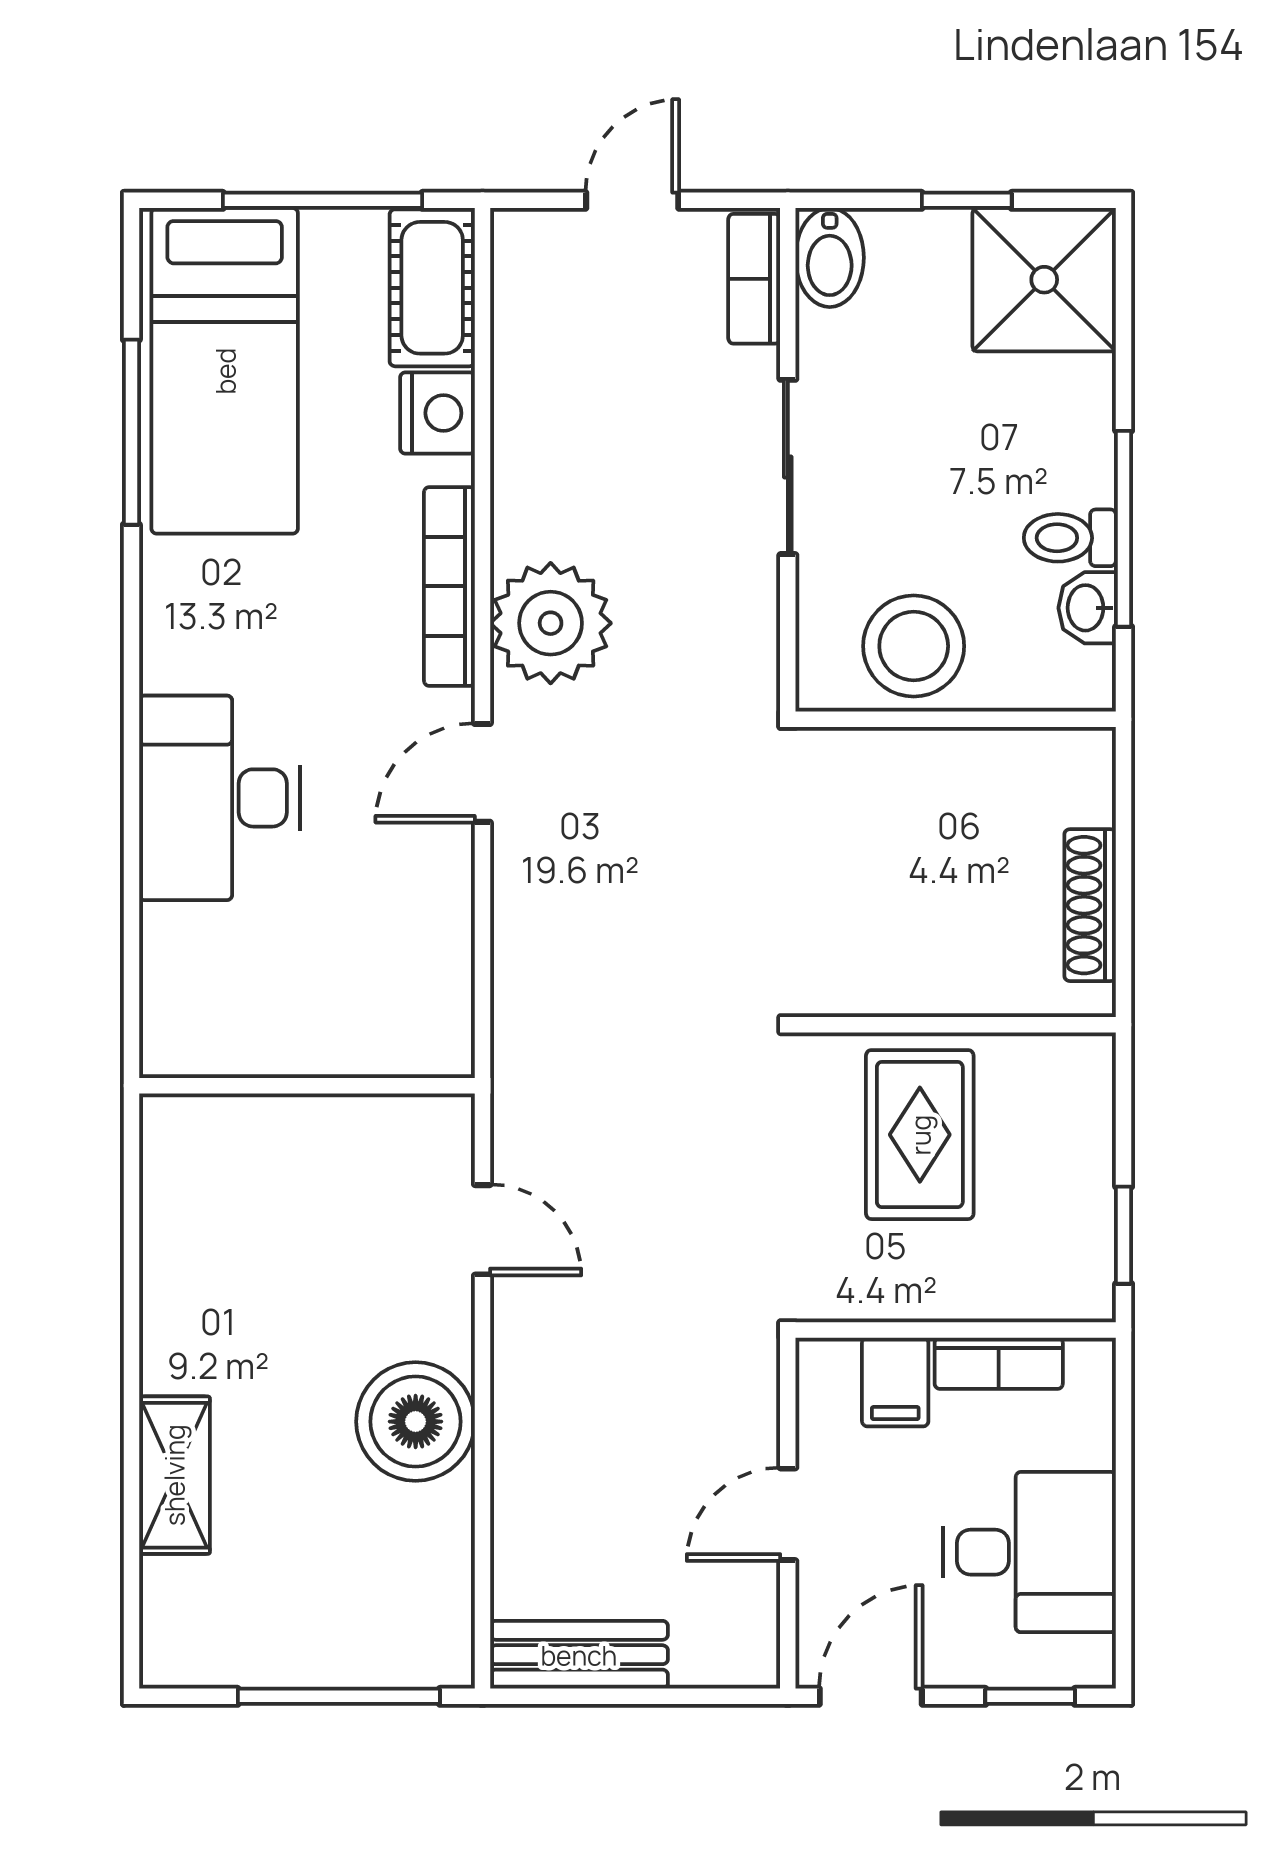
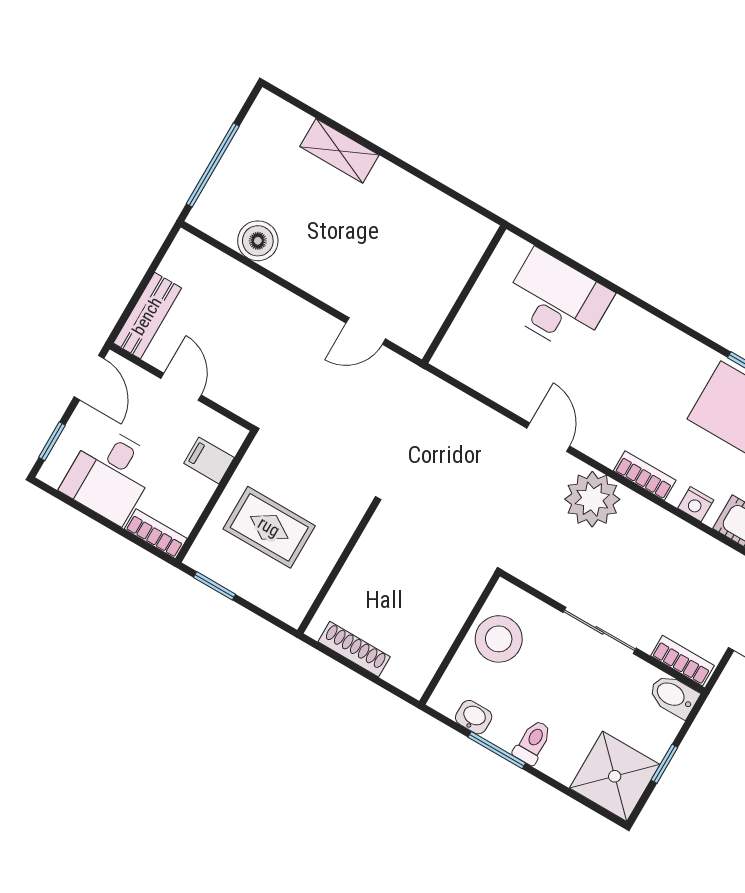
nightstand: (437, 413) -> (696, 504), width x0.72, depth x0.74
window: (1124, 529) -> (497, 750), width x0.69
toilet: (1070, 538) -> (533, 742), moved
bookcase: (449, 586) -> (645, 476), width x0.64
desk: (219, 798) -> (557, 301), moved
rug: (920, 1135) -> (269, 527), moved
bookcase: (999, 1363) -> (156, 534), moved, turned 90
boiler: (416, 1422) -> (258, 241), moved, width x0.73, depth x0.73
bench: (579, 1655) -> (147, 316), moved

